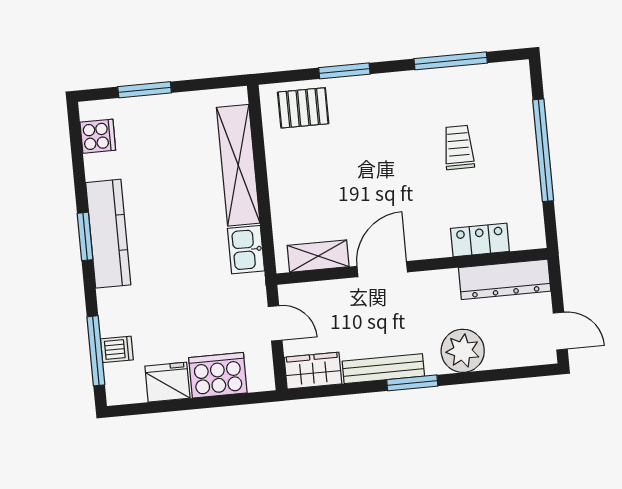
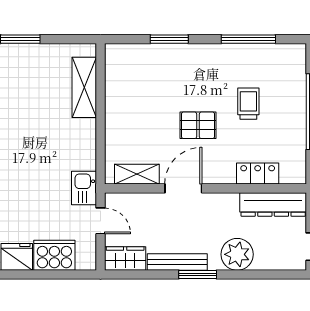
pallet: (303, 108) -> (198, 125), moved
shelving: (238, 165) -> (84, 87), width x0.68
kitchen sink: (246, 250) -> (84, 188), moved

